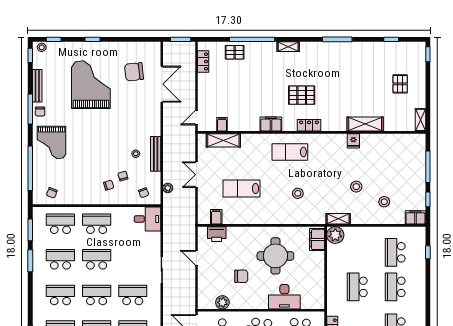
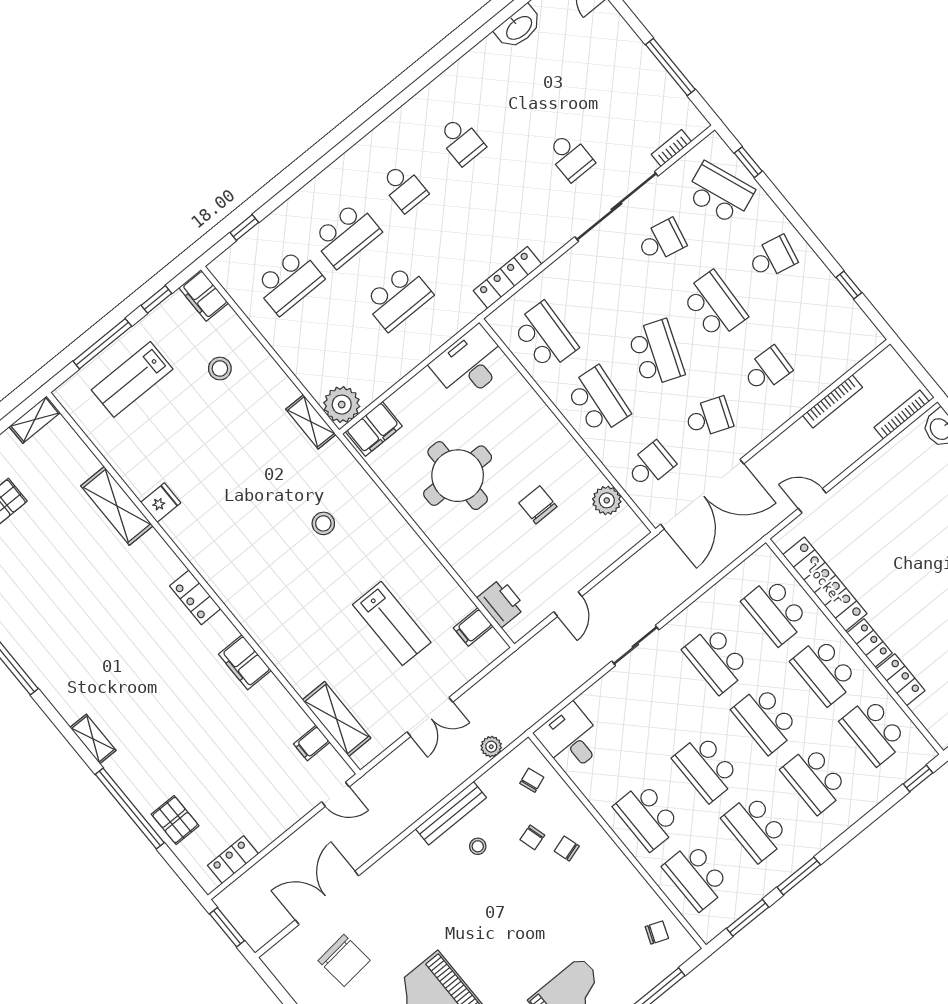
pallet: (302, 95) -> (155, 651), removed
lab bench: (290, 152) -> (132, 379), moved, turned 90
stool: (356, 187) -> (233, 436), removed
desk: (284, 297) -> (470, 364), moved, turned -90

